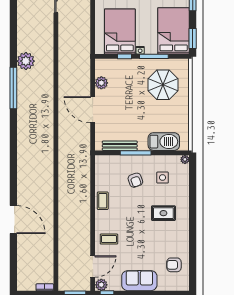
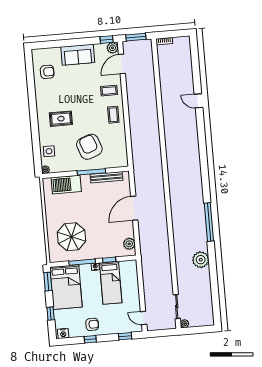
bed: (120, 31) -> (111, 283), width x0.67
plant: (26, 61) -> (201, 260), moved
plant: (101, 83) -> (129, 244), moved
door: (93, 110) -> (134, 208), swing flipped
side table: (163, 178) -> (49, 151), moved
armchair: (135, 180) -> (89, 147), width x1.88, depth x1.88
coffee table: (103, 201) -> (113, 115), moved
door: (13, 220) -> (198, 101), width x0.53

